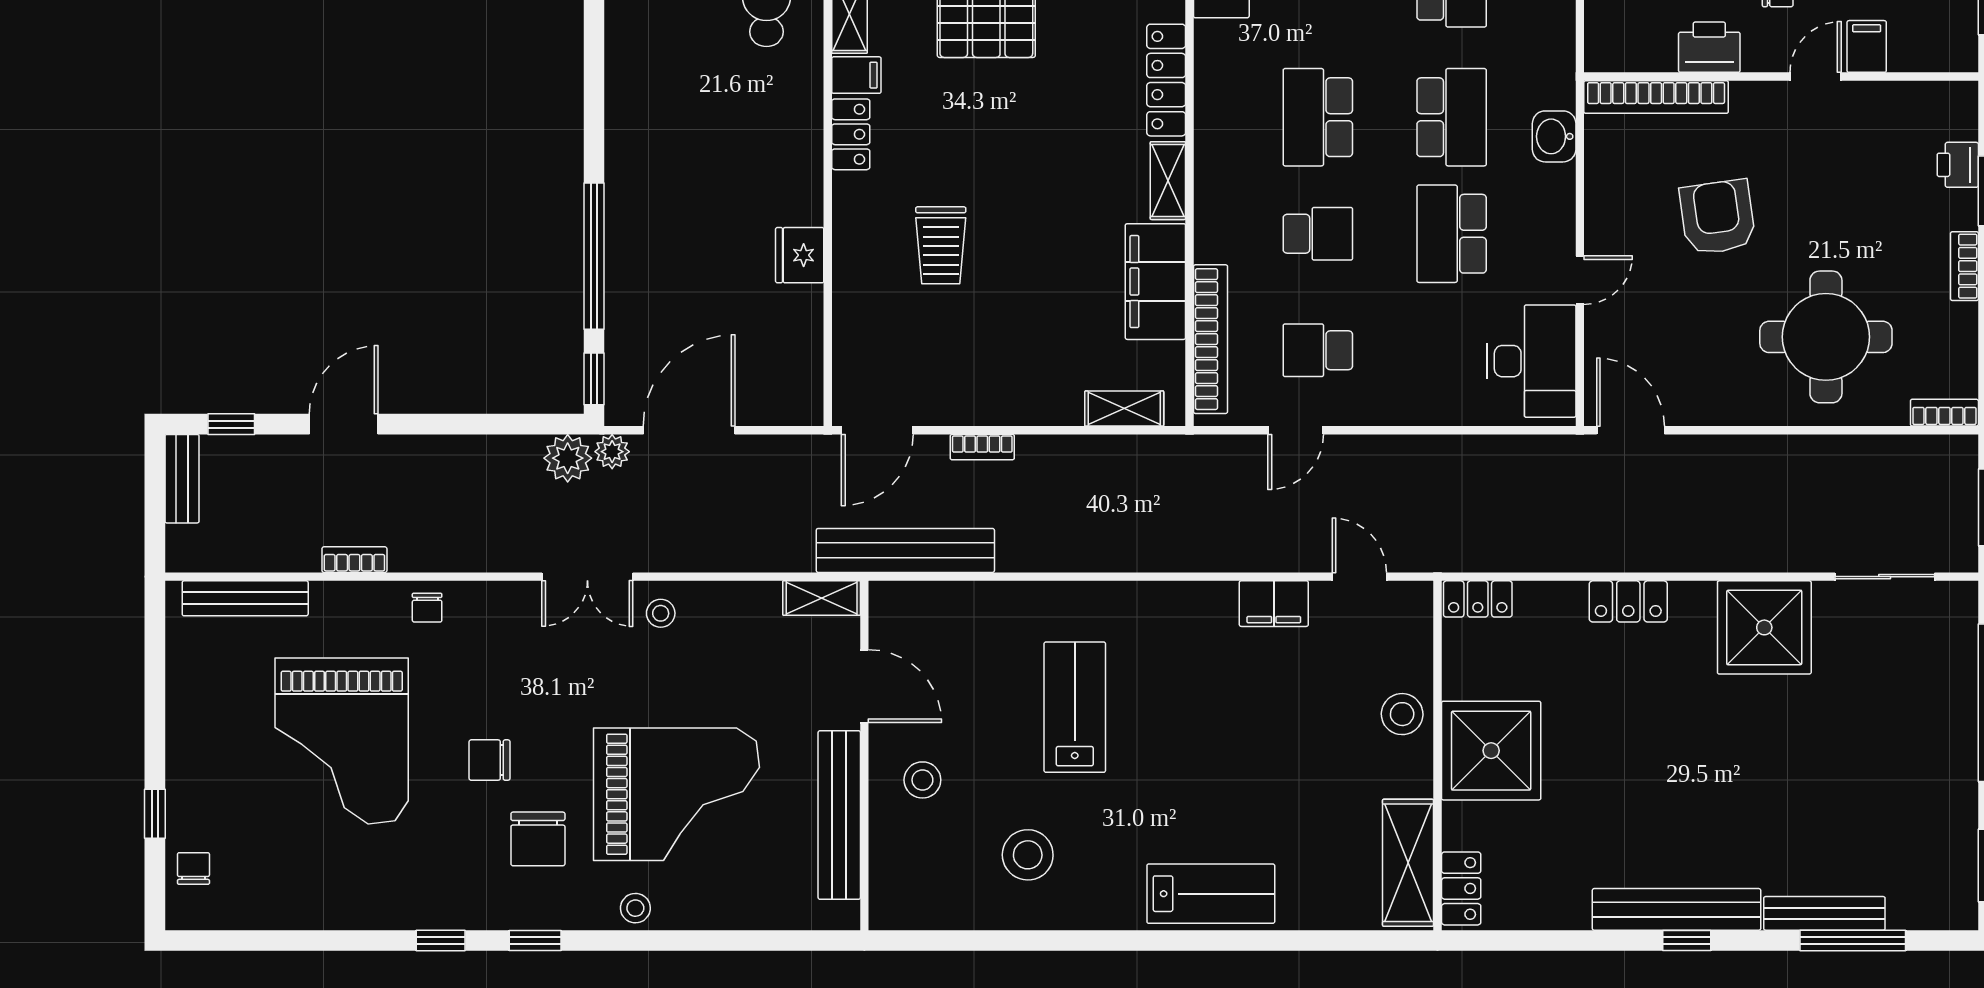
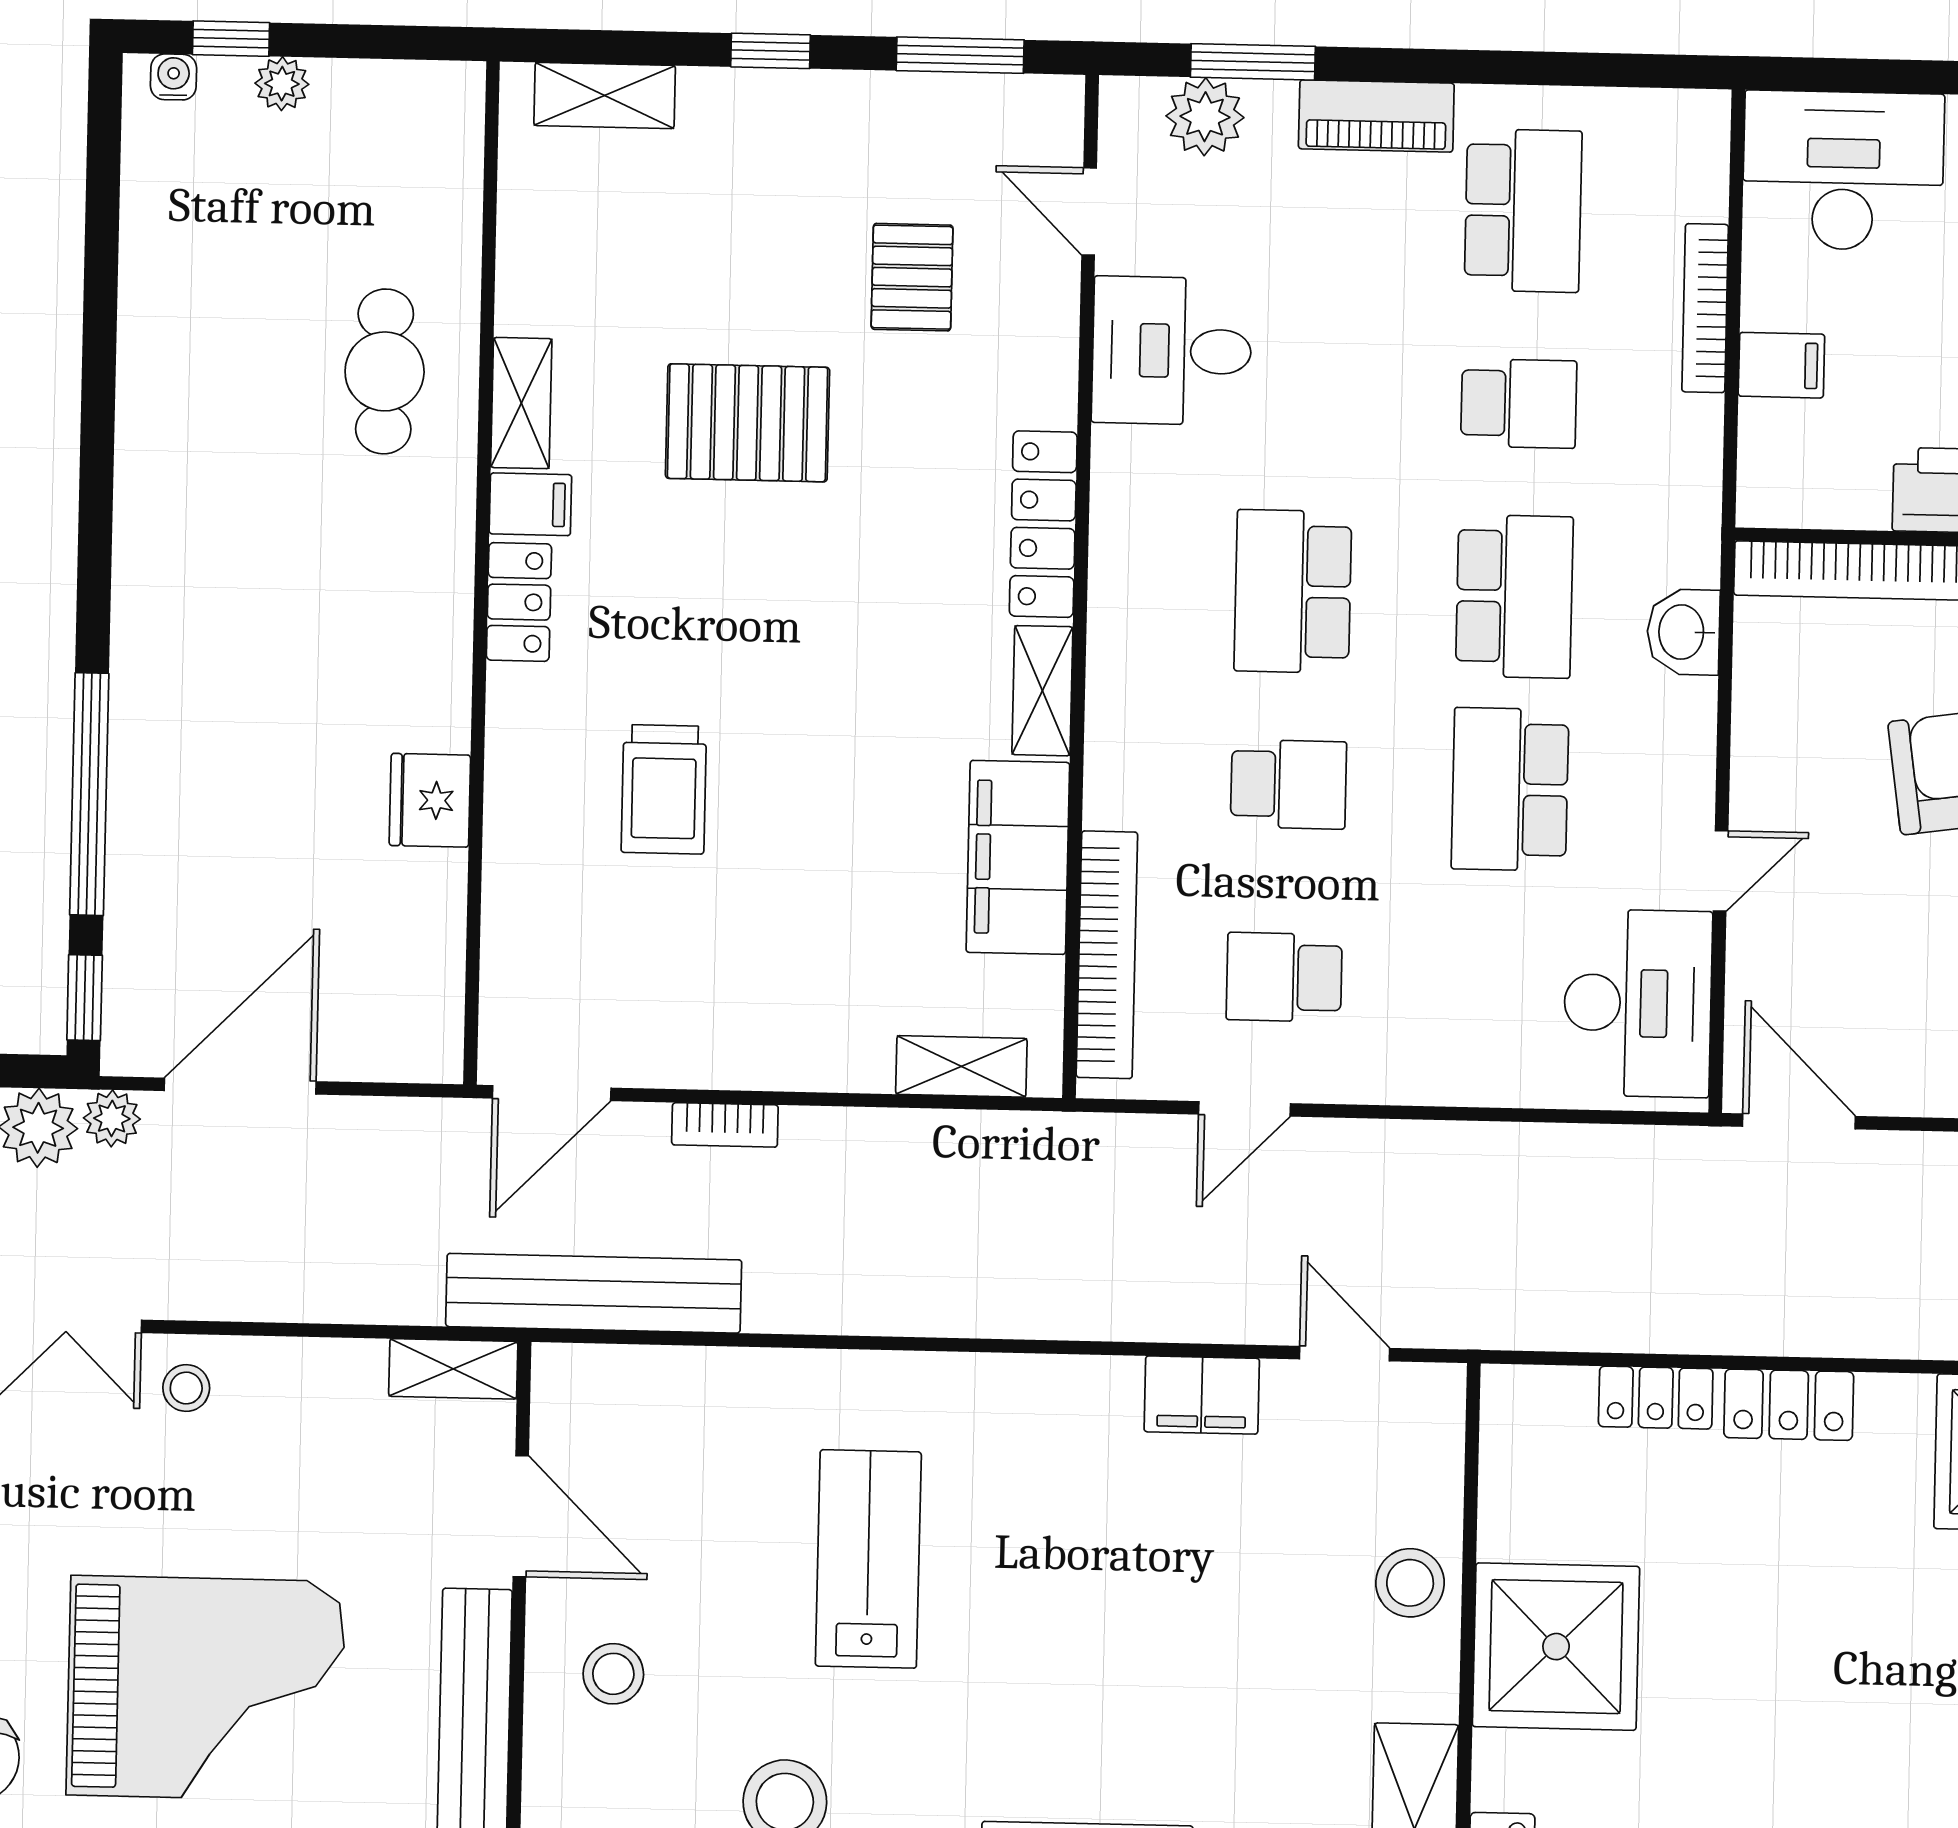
locker: (1478, 599) -> (1656, 1398), moved

